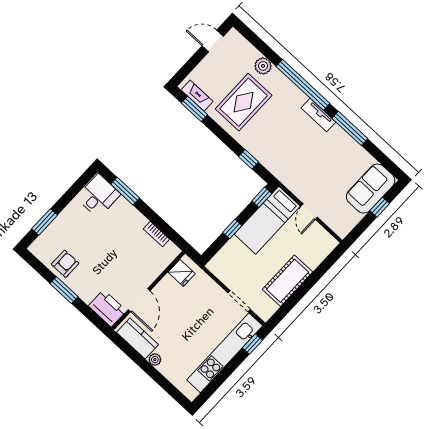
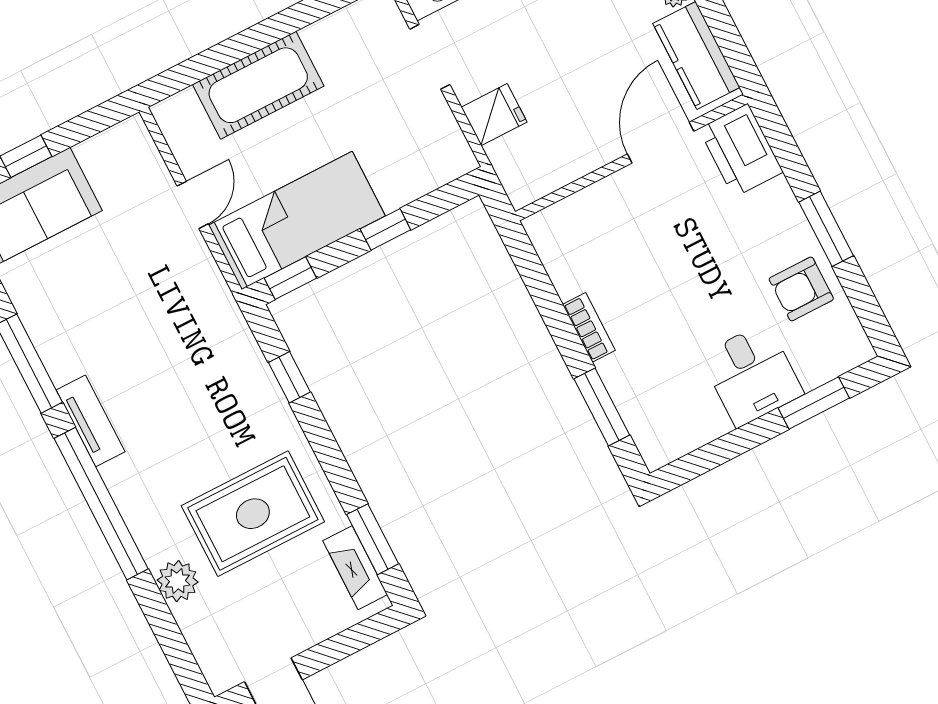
desk: (98, 196) -> (752, 375), moved, turned -90
bookcase: (156, 234) -> (589, 327), moved
fridge: (182, 273) -> (494, 115), moved, turned 90
cot: (288, 281) -> (258, 85), moved

